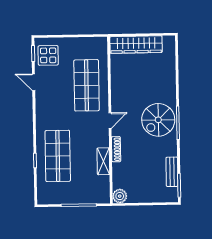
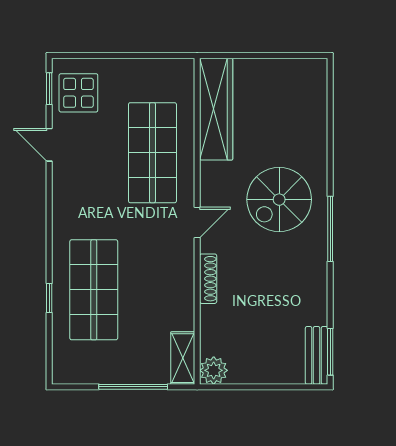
wardrobe: (136, 45) -> (216, 109), moved, turned -90
spiral stairs: (158, 120) -> (279, 200), moved
shelving: (103, 161) -> (183, 358), moved
bench: (172, 172) -> (317, 355), moved

